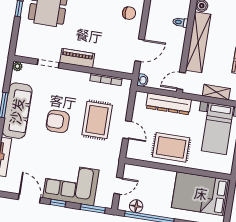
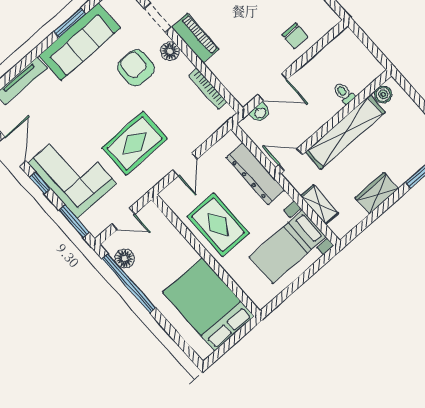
floor lamp: (69, 76) -> (170, 51), added
washbasin: (143, 80) -> (260, 113), moved
rug: (97, 120) -> (135, 143), moved
armchair: (58, 121) -> (136, 68), moved

